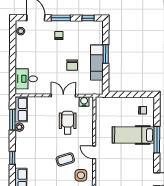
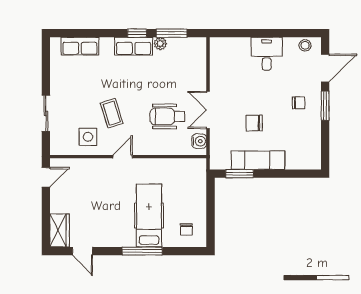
window: (88, 18) -> (325, 147), removed
window: (106, 54) -> (240, 174), moved
desk: (26, 79) -> (267, 54), moved
double door: (63, 96) -> (208, 110), swing flipped
row of seats: (21, 109) -> (134, 46), moved
wheelchair: (68, 123) -> (167, 116), turned 180
window: (12, 158) -> (137, 33), moved

